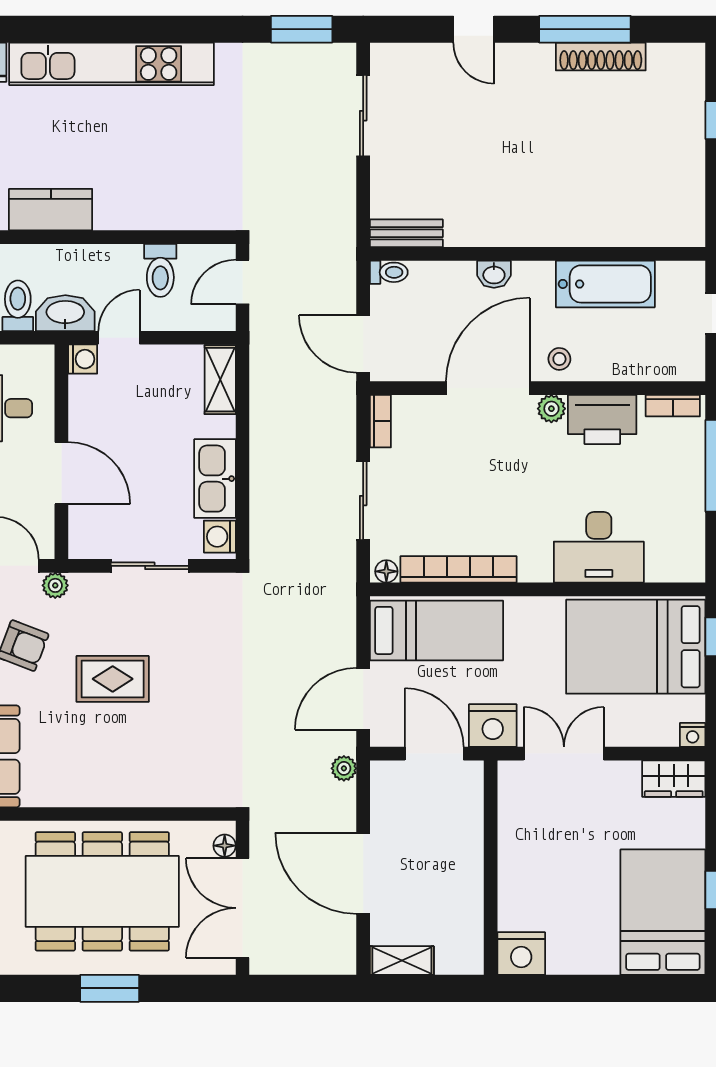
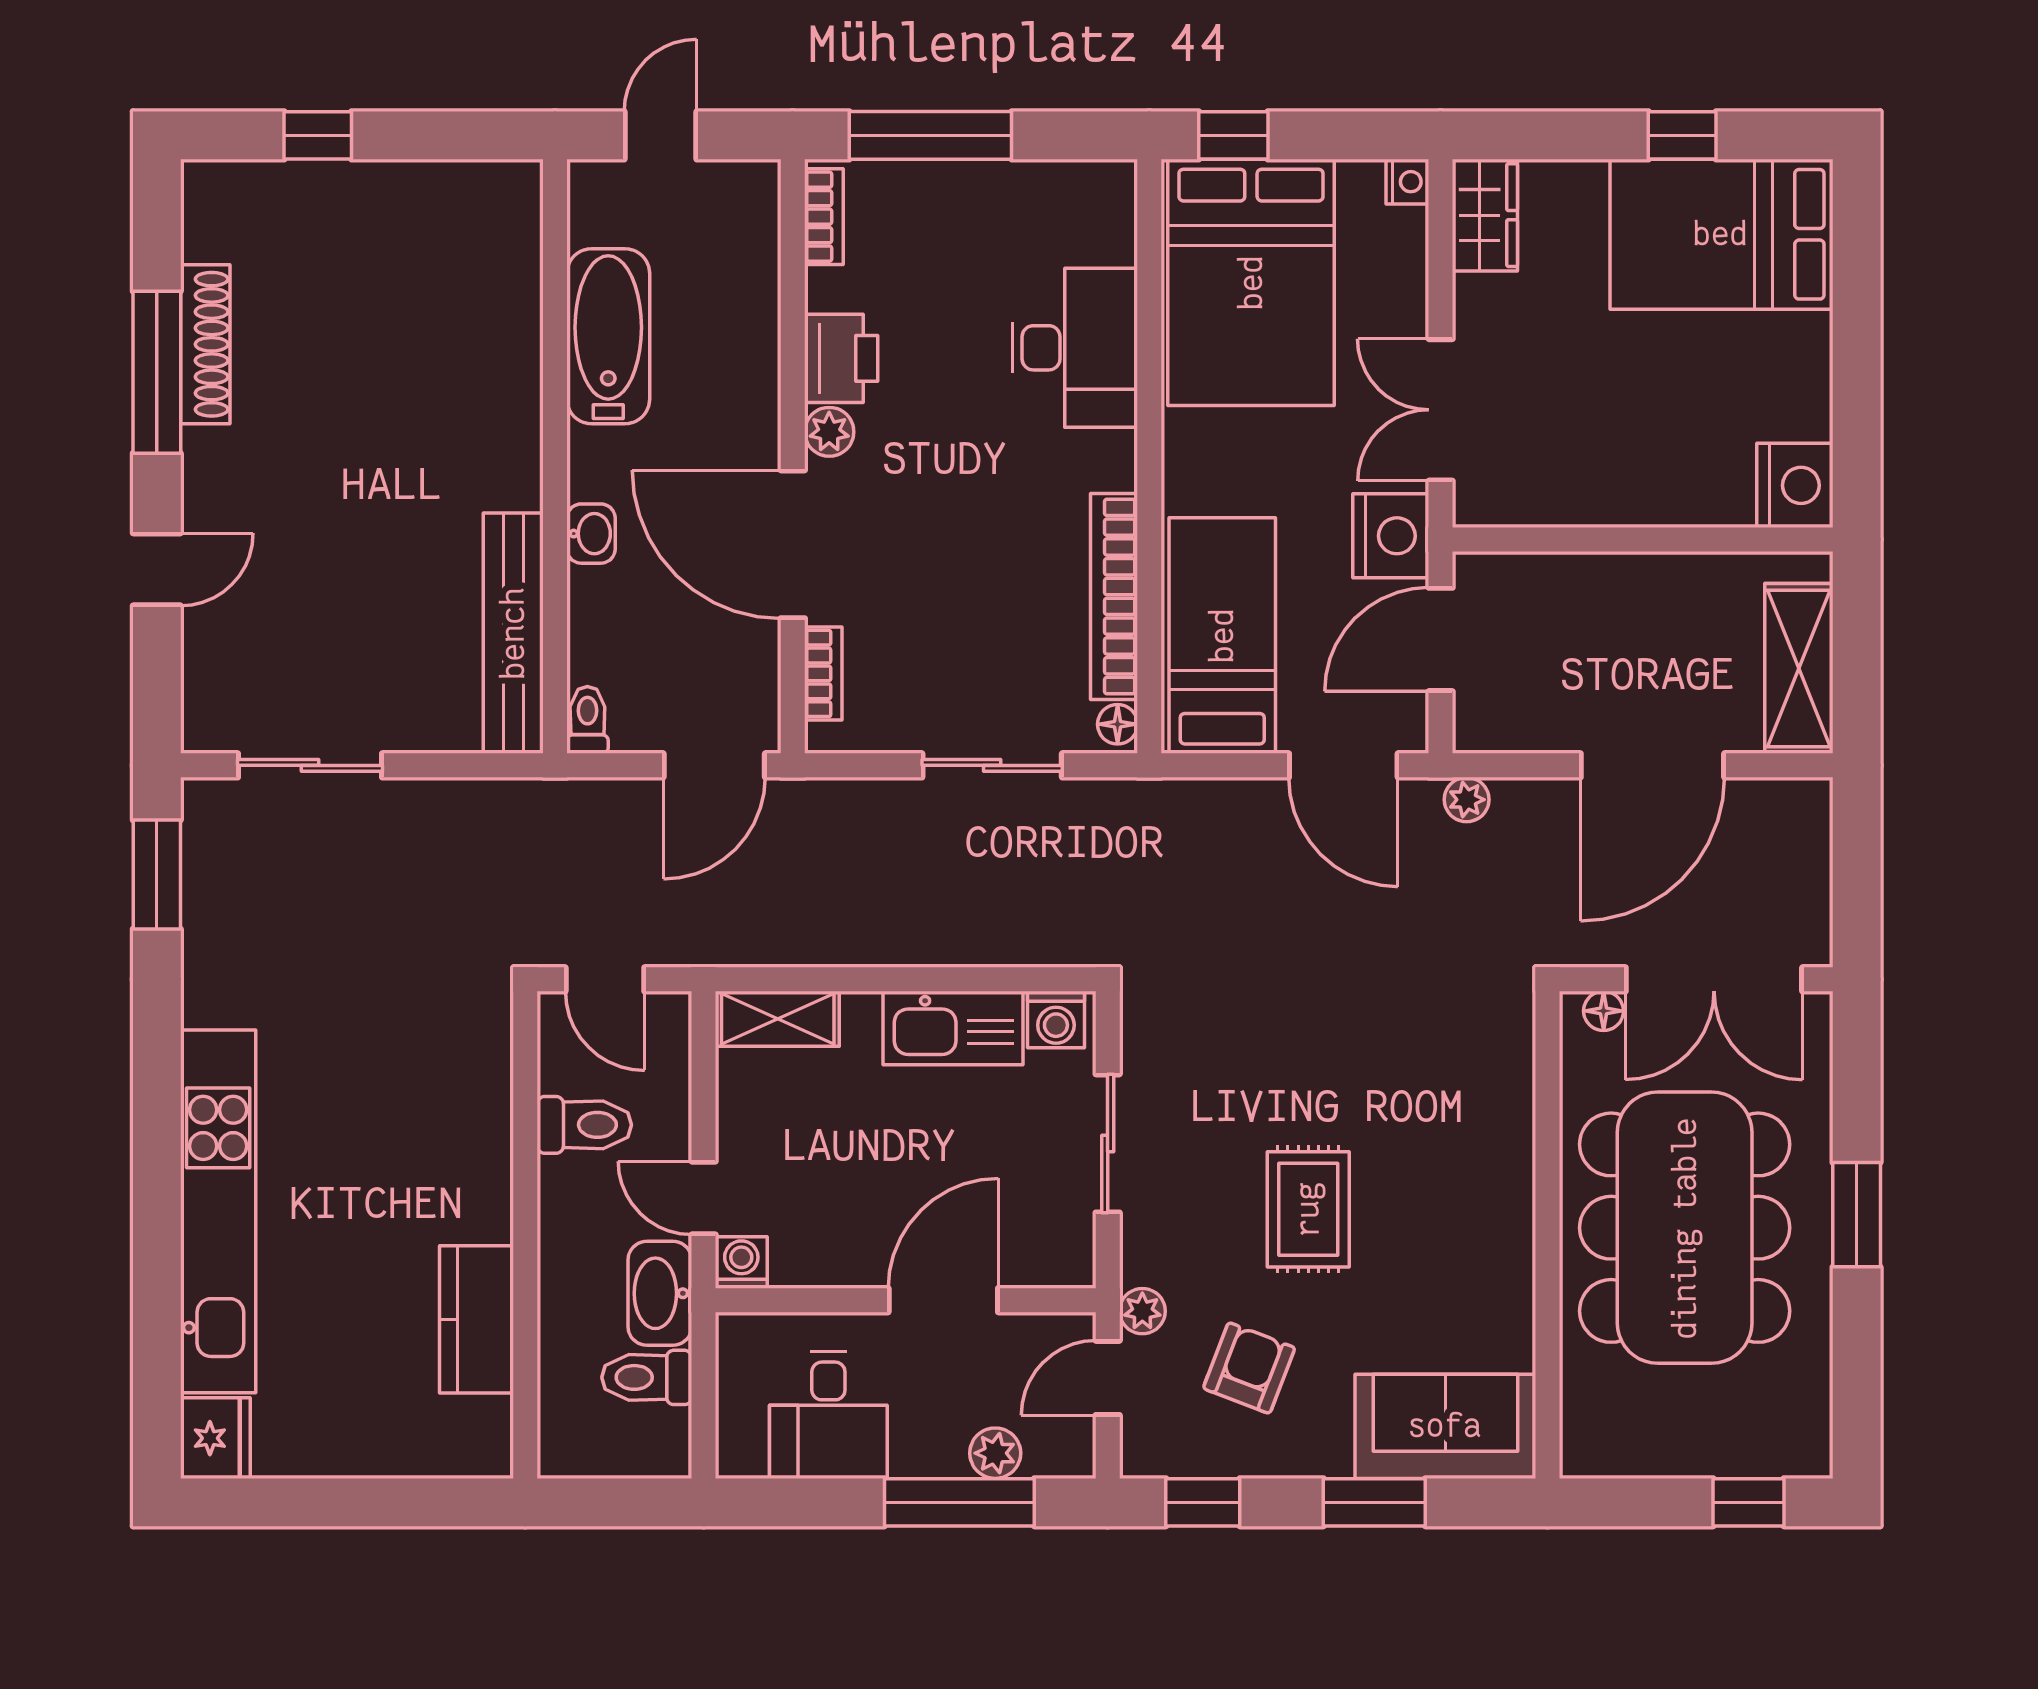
bench: (406, 233) -> (513, 633), width x1.86, depth x1.21
stool: (559, 359) -> (741, 418), removed
printer: (602, 419) -> (841, 358), width x0.73, depth x0.84
bookcase: (380, 421) -> (823, 673), moved, turned 90
shelving: (402, 961) -> (1799, 668), width x1.50, depth x1.33

